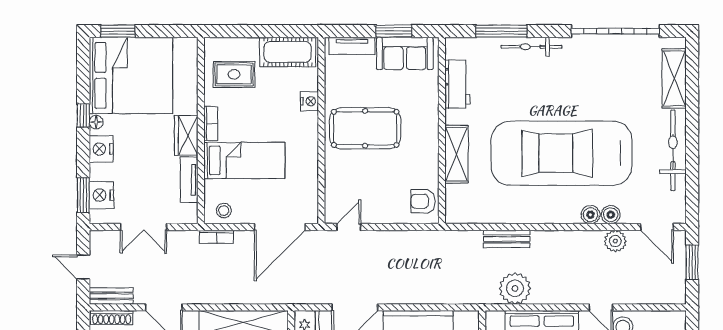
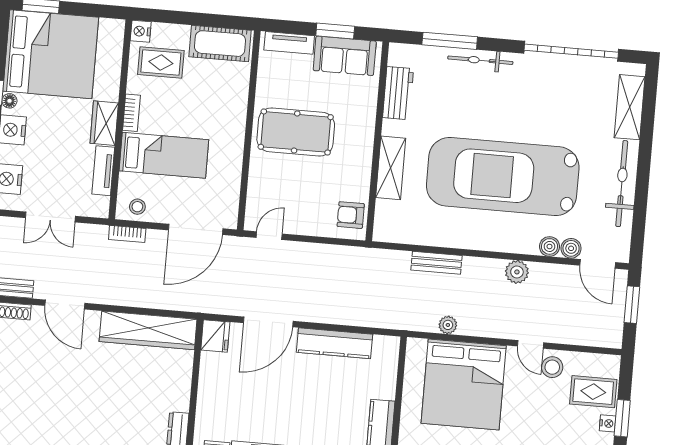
nightstand: (309, 101) -> (141, 31), moved, turned 180
boiler: (590, 215) -> (571, 248), moved
plant: (615, 241) -> (517, 272), moved
plant: (515, 288) -> (448, 325), width x0.53, depth x0.53

